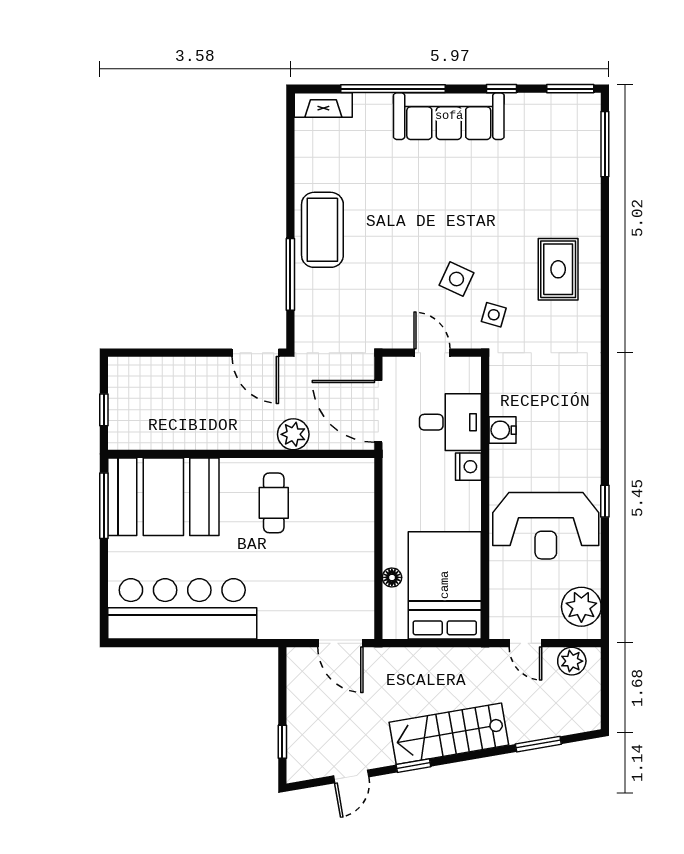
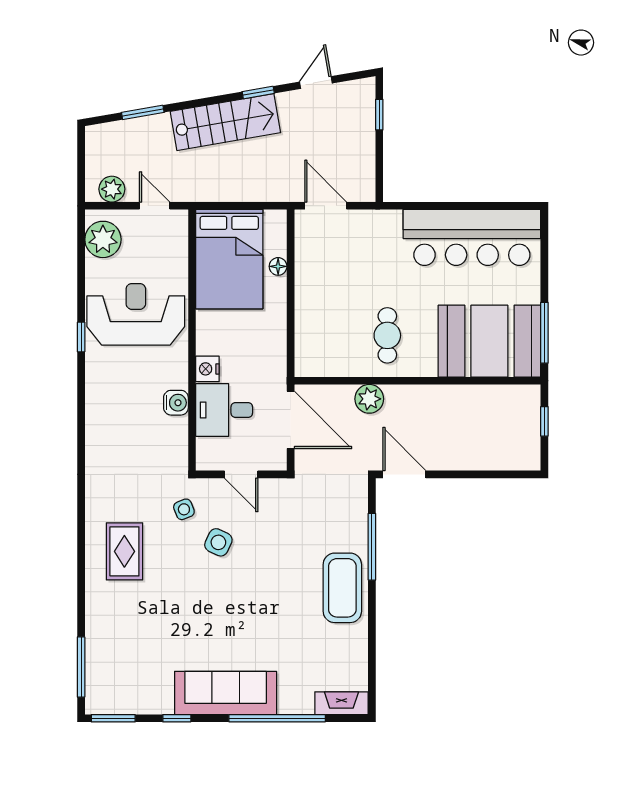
side table: (494, 315) -> (184, 509), turned -38

